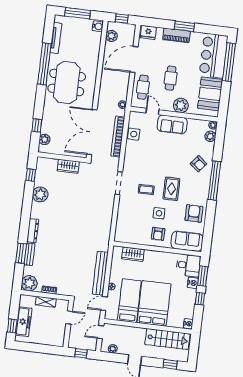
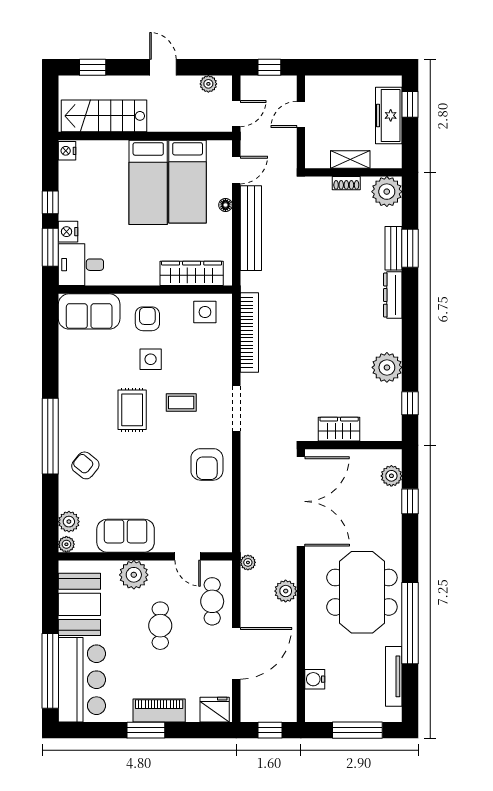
water cooler: (98, 26) -> (315, 679), moved
plant: (111, 36) -> (286, 591), moved
sofa: (172, 124) -> (126, 536), moved
side table: (134, 134) -> (205, 312), moved
bookcase: (118, 137) -> (249, 332), moved
armchair: (194, 213) -> (207, 464), moved
wardrobe: (133, 254) -> (192, 273), width x1.50
bed: (154, 303) -> (148, 182), width x0.67
door: (69, 317) -> (301, 114), moved

